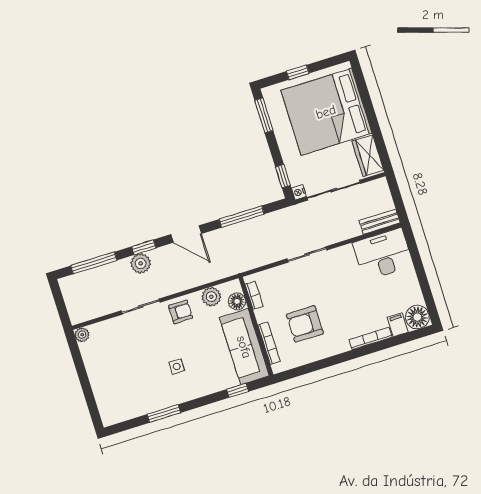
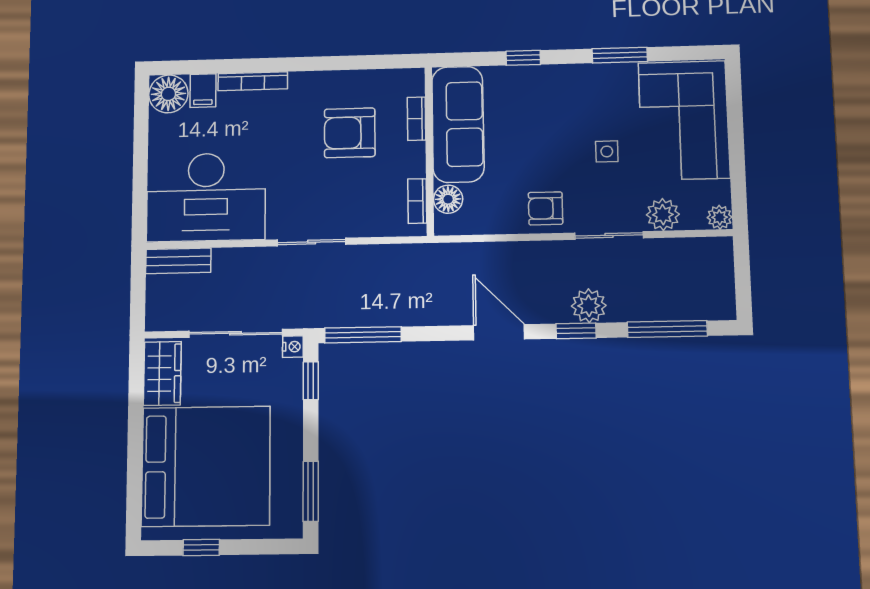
window: (298, 72) -> (201, 547), moved
window: (242, 217) -> (363, 335), moved
desk: (383, 254) -> (206, 197), width x1.36, depth x1.30
plant: (211, 297) -> (663, 215), moved
armchair: (305, 324) -> (350, 133), turned 180
bookcase: (269, 343) -> (416, 119), width x0.64
side table: (177, 366) -> (607, 151), moved
corner sofa: (117, 385) -> (684, 120), added
window: (238, 390) -> (523, 58), moved

